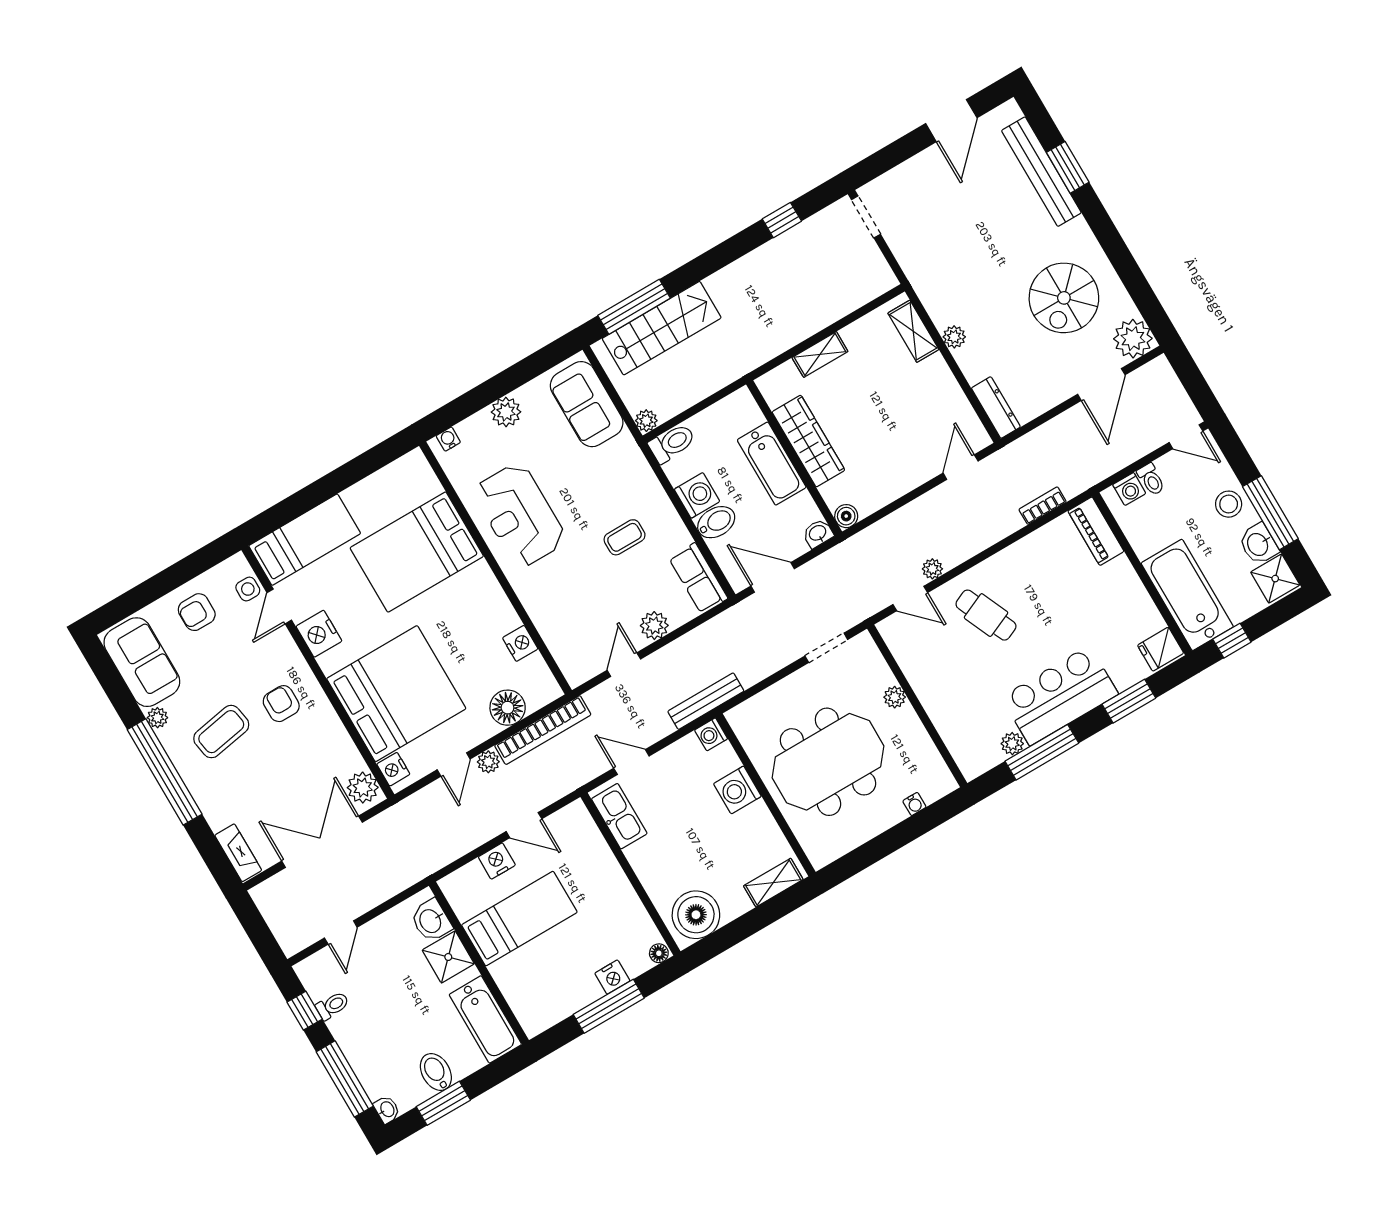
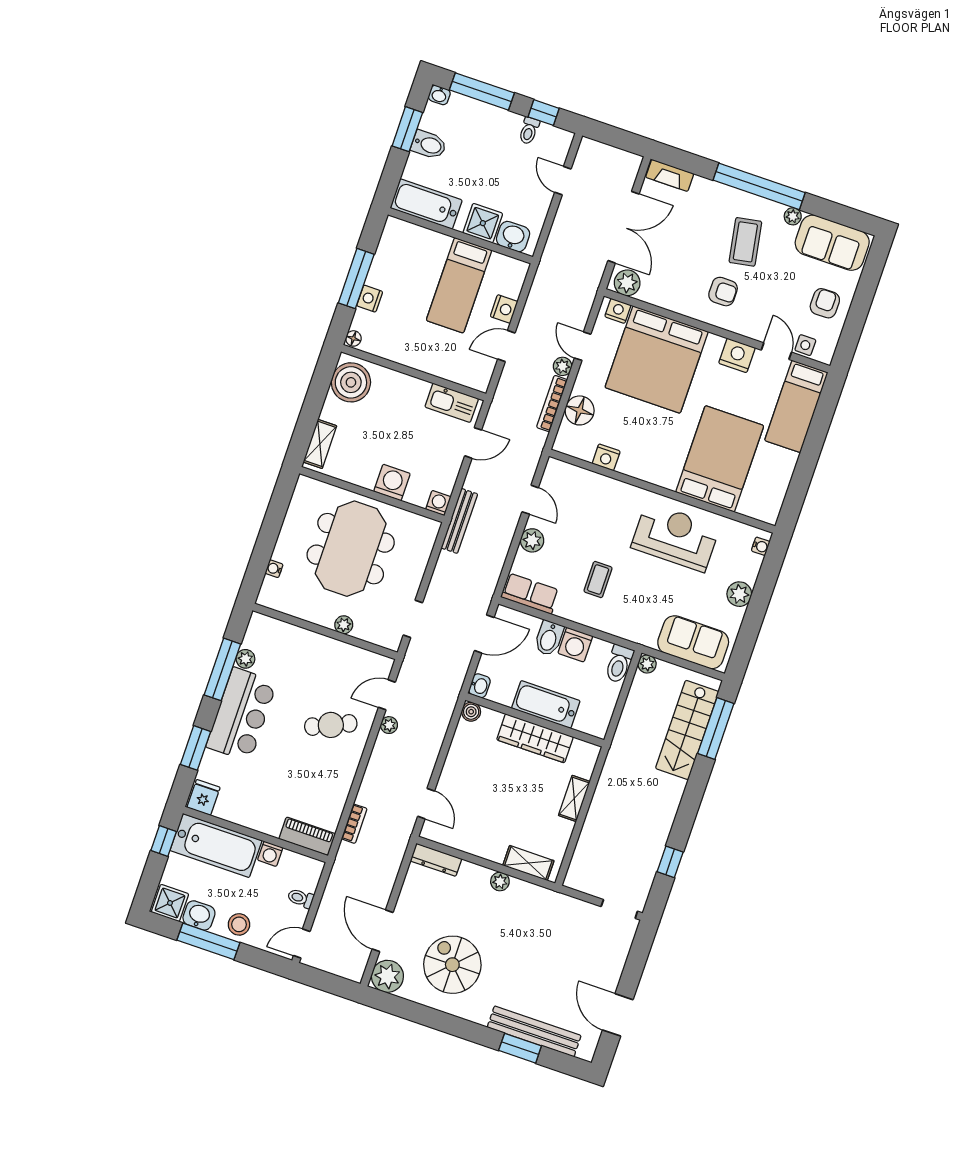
washing machine: (1129, 489) -> (270, 854), moved, turned -90
bookcase: (543, 730) -> (552, 404), width x0.68, depth x0.76

